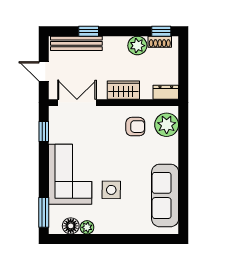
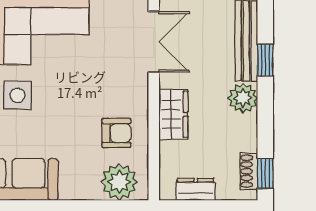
plant: (137, 46) -> (243, 98), moved
dresser: (166, 92) -> (196, 189), moved, turned -90
armchair: (135, 127) -> (116, 133), turned -90

